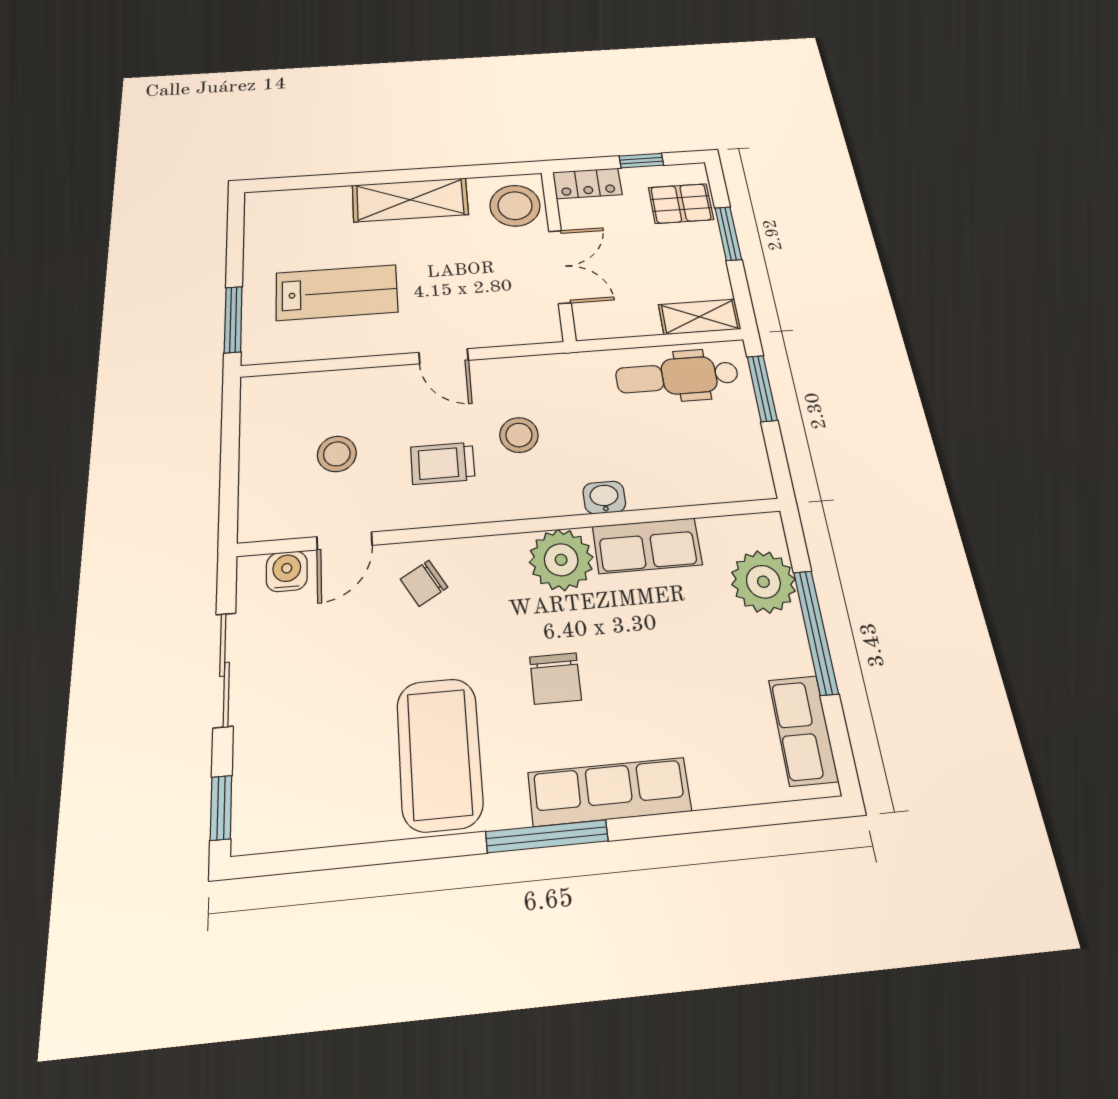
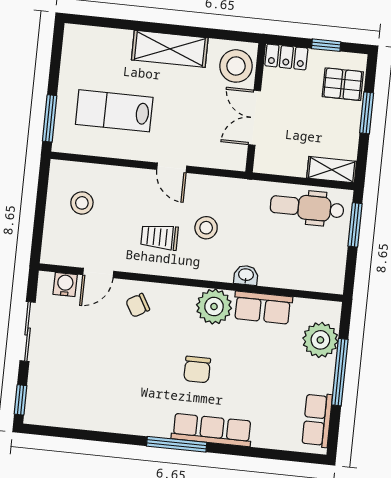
double door: (560, 267) -> (255, 118), swing flipped
lab bench: (337, 293) -> (114, 111), turned 180
stool: (337, 454) -> (82, 203), moved
coffee table: (440, 754) -> (131, 395), removed

